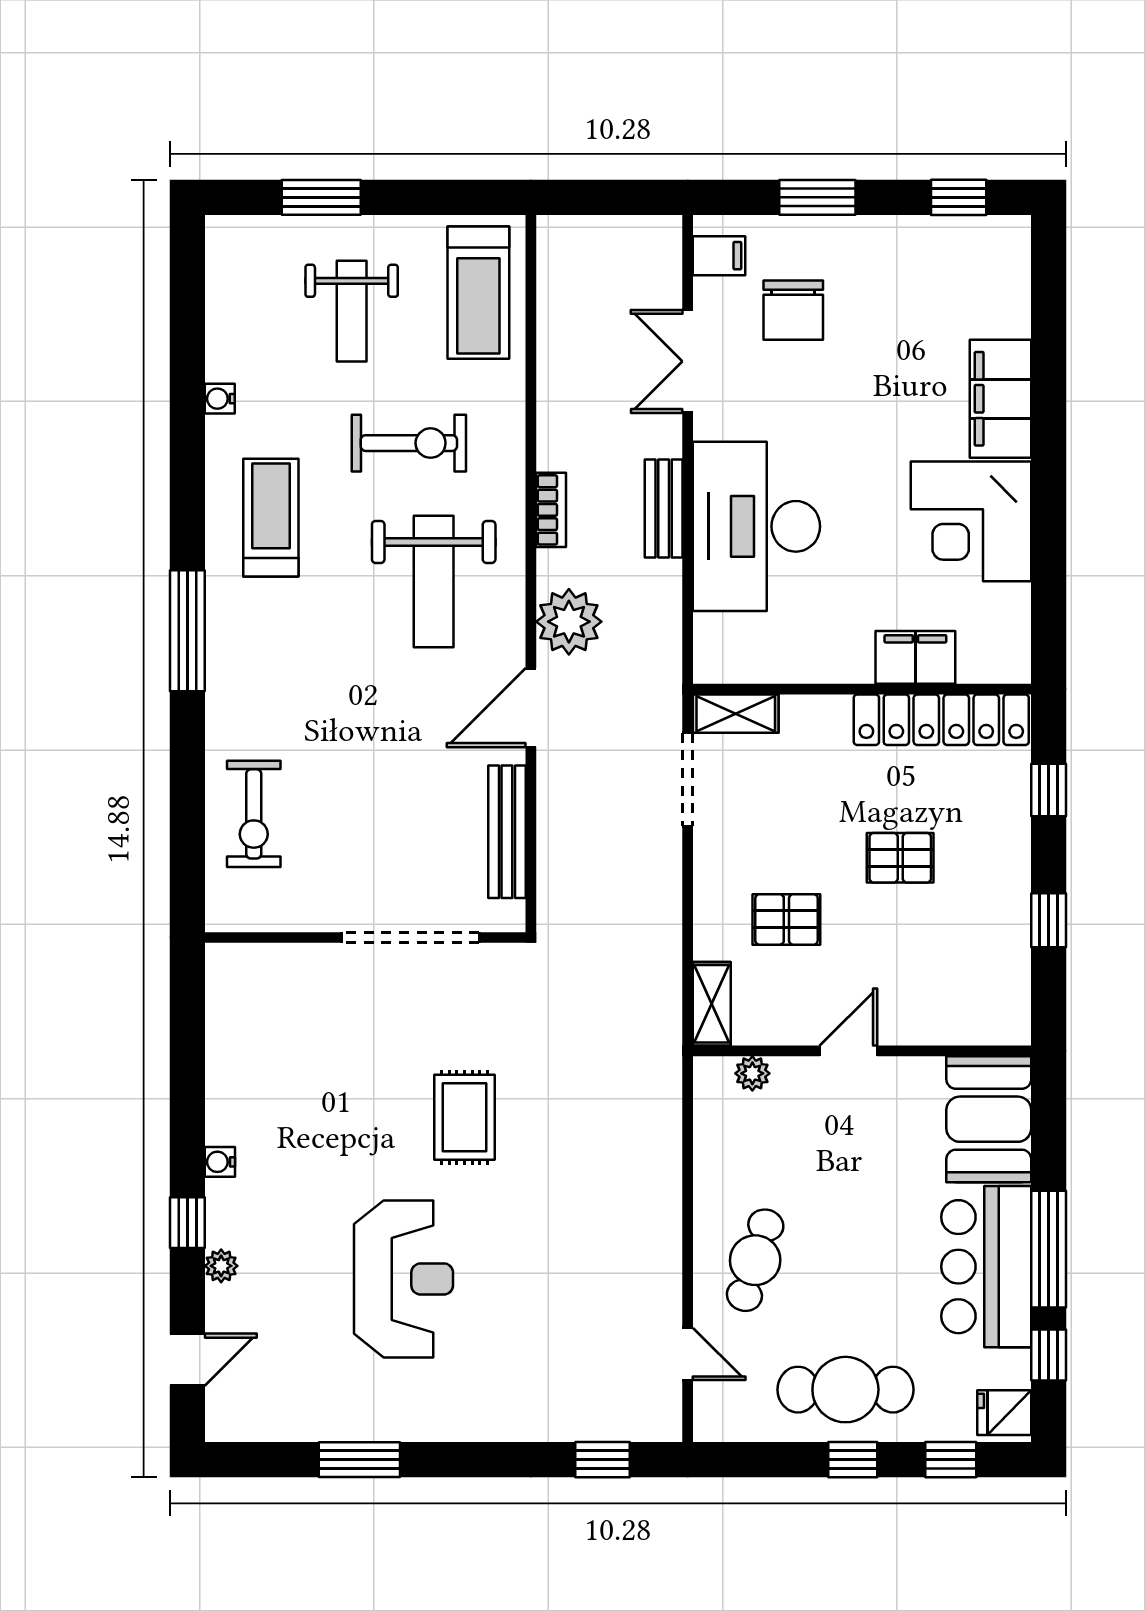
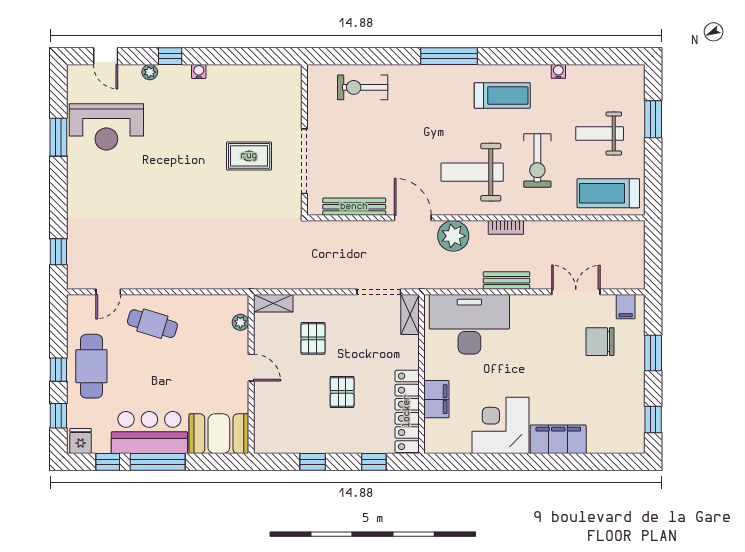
desk: (756, 526) -> (469, 324), moved
rug: (464, 1117) -> (249, 156), moved
reception desk: (403, 1279) -> (106, 127), moved

